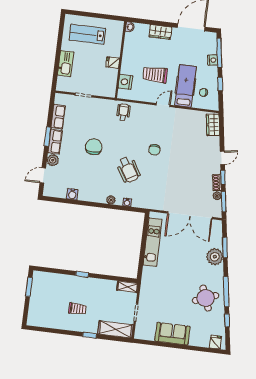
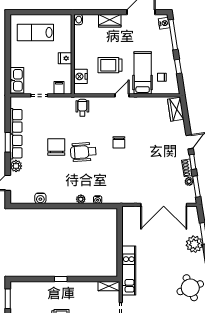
nightstand: (213, 60) -> (164, 23), moved
kitchen sink: (66, 63) -> (17, 80), moved
filing cabinet: (103, 90) -> (59, 88), added
wheelchair: (128, 170) -> (83, 152), moved, turned 117
kitchen unit: (153, 242) -> (129, 271), moved

